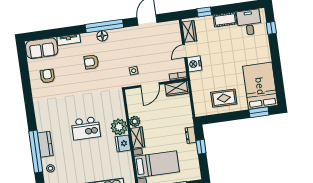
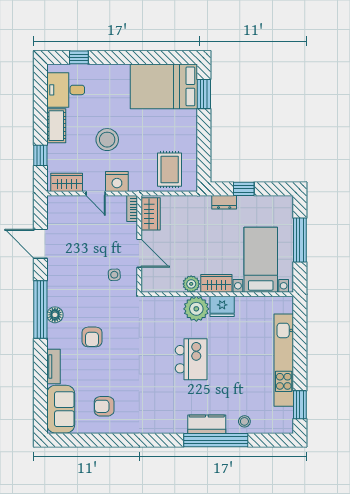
stool: (221, 54) -> (107, 140), added
rug: (224, 98) -> (170, 170), moved

